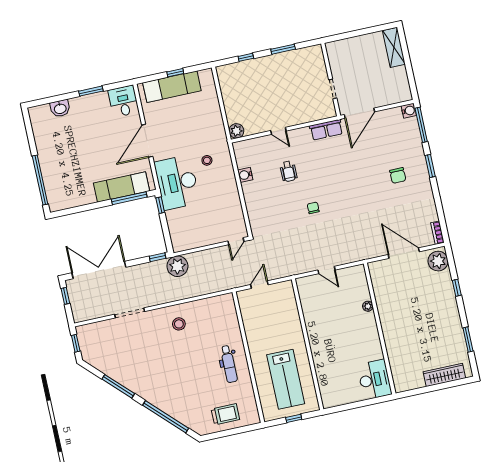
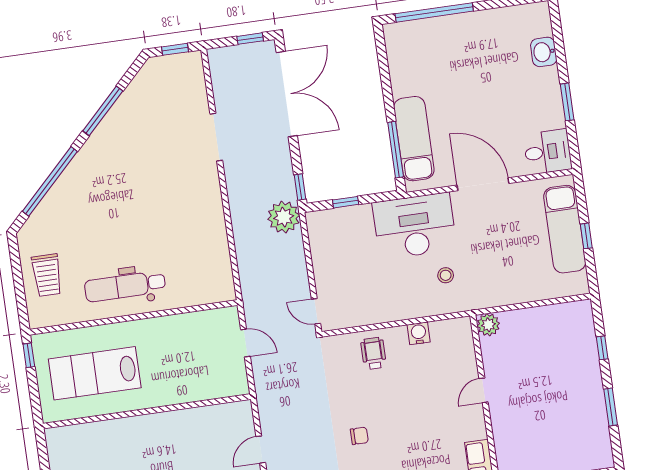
wheelchair: (288, 171) -> (373, 353), moved, turned 90
window: (160, 205) -> (346, 202), moved
stool: (179, 324) -> (193, 213), removed
dental chair: (229, 364) -> (125, 286), width x1.36, depth x1.38
window: (294, 418) -> (29, 355), moved

